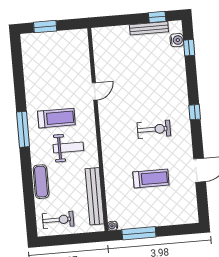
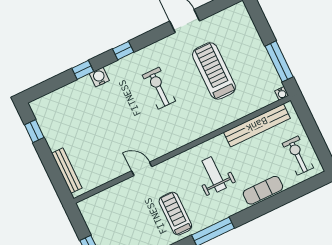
bench: (149, 28) -> (67, 171), moved
water cooler: (177, 40) -> (99, 77), moved
window: (189, 48) -> (83, 70), moved
treadmill: (56, 118) -> (175, 214), moved
treadmill: (151, 178) -> (214, 71), width x1.37, depth x1.38

